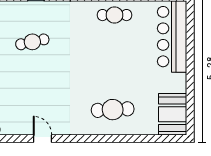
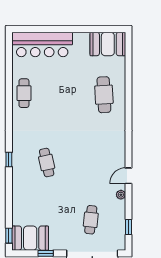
door: (42, 139) -> (129, 176), moved

